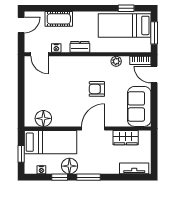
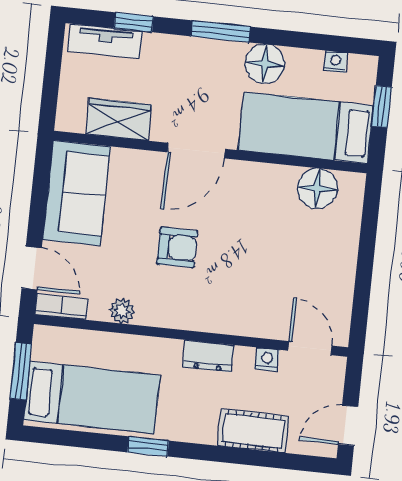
window: (126, 8) -> (148, 446), moved
window: (60, 177) -> (134, 22), moved

